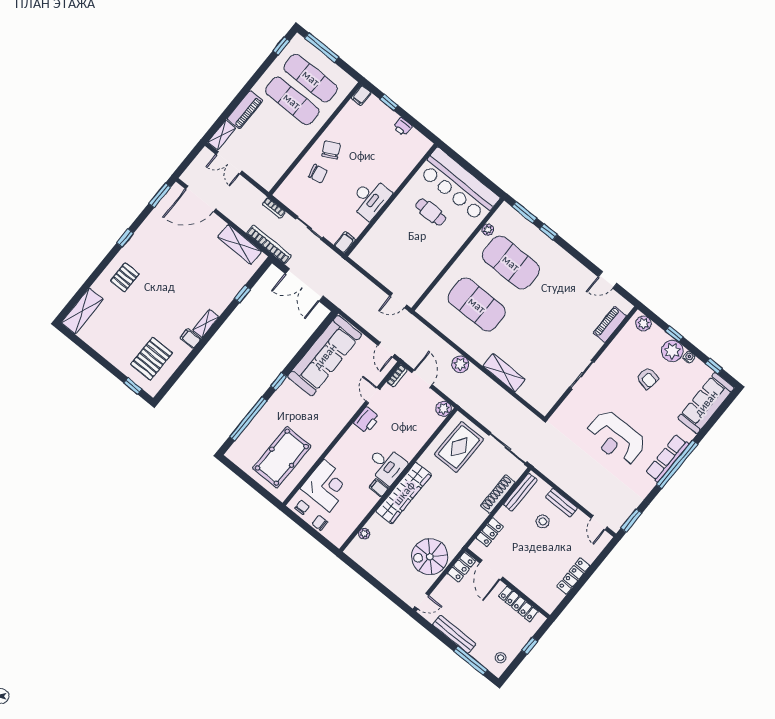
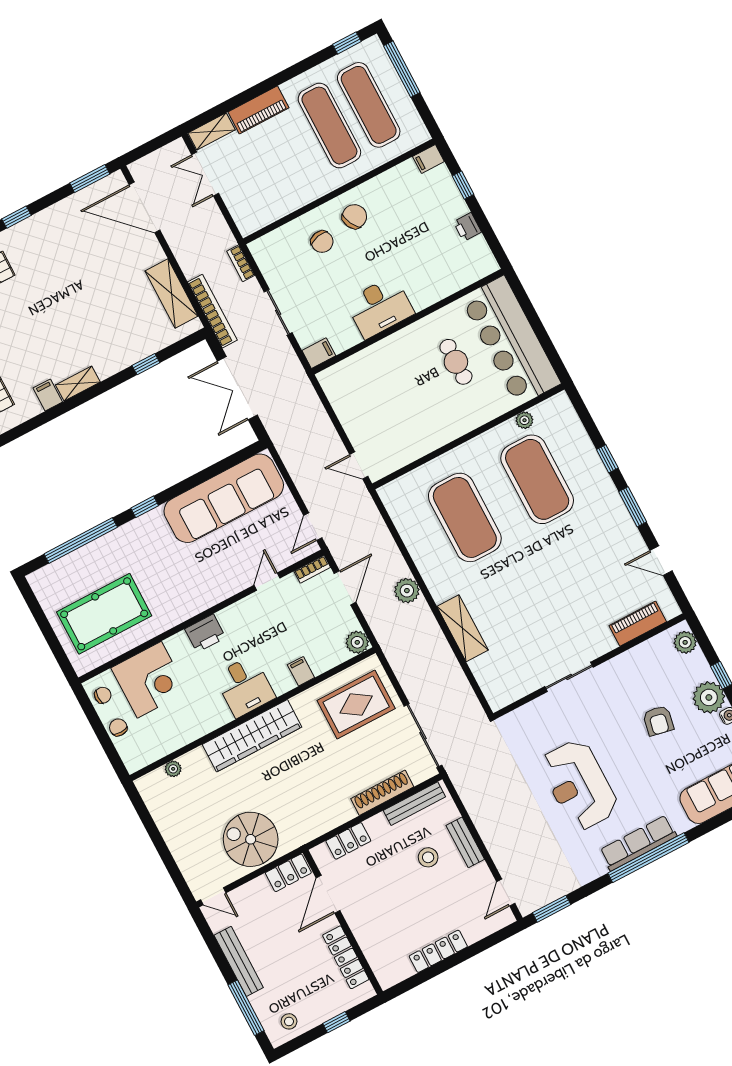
window: (524, 212) -> (633, 507), moved
printer: (367, 420) -> (205, 633), moved
filing cabinet: (379, 488) -> (301, 671), moved

